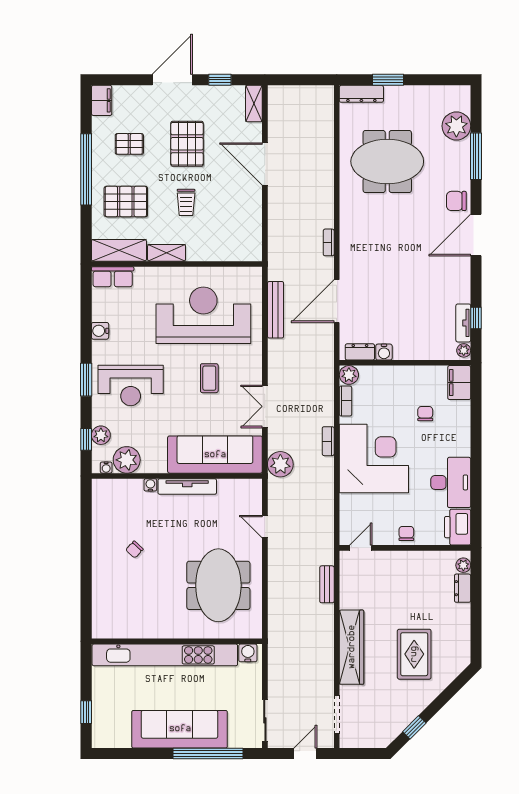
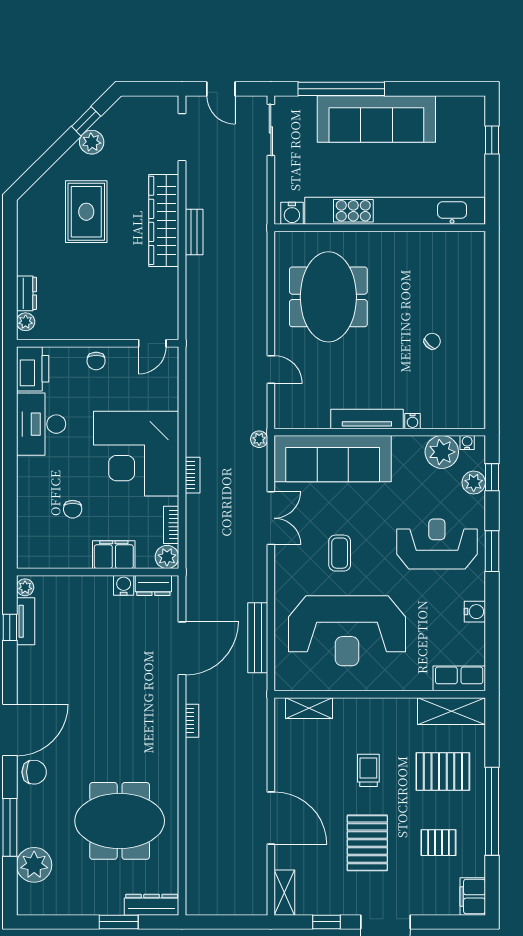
shelving: (167, 253) -> (309, 708), moved
filing cabinet: (459, 383) -> (114, 555), moved, turned -90
plant: (280, 464) -> (259, 439), width x0.53, depth x0.53
bench: (327, 584) -> (194, 232), moved
plant: (410, 710) -> (92, 142), added
door: (305, 754) -> (221, 89), hinge flipped

